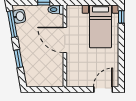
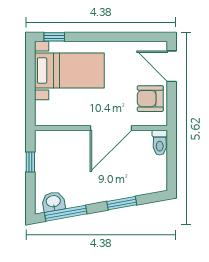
toilet: (56, 10) -> (160, 143), moved
door: (65, 40) -> (111, 128), moved
armchair: (83, 76) -> (150, 99), added

